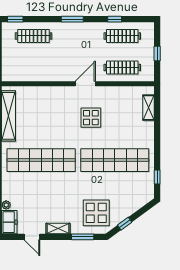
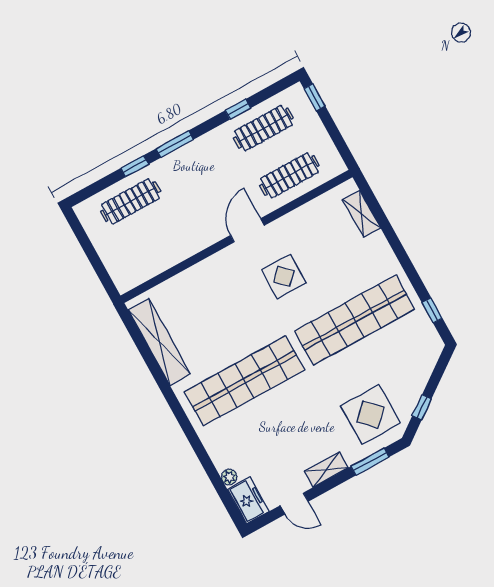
window: (15, 19) -> (135, 166), moved
window: (157, 54) -> (315, 97), moved

